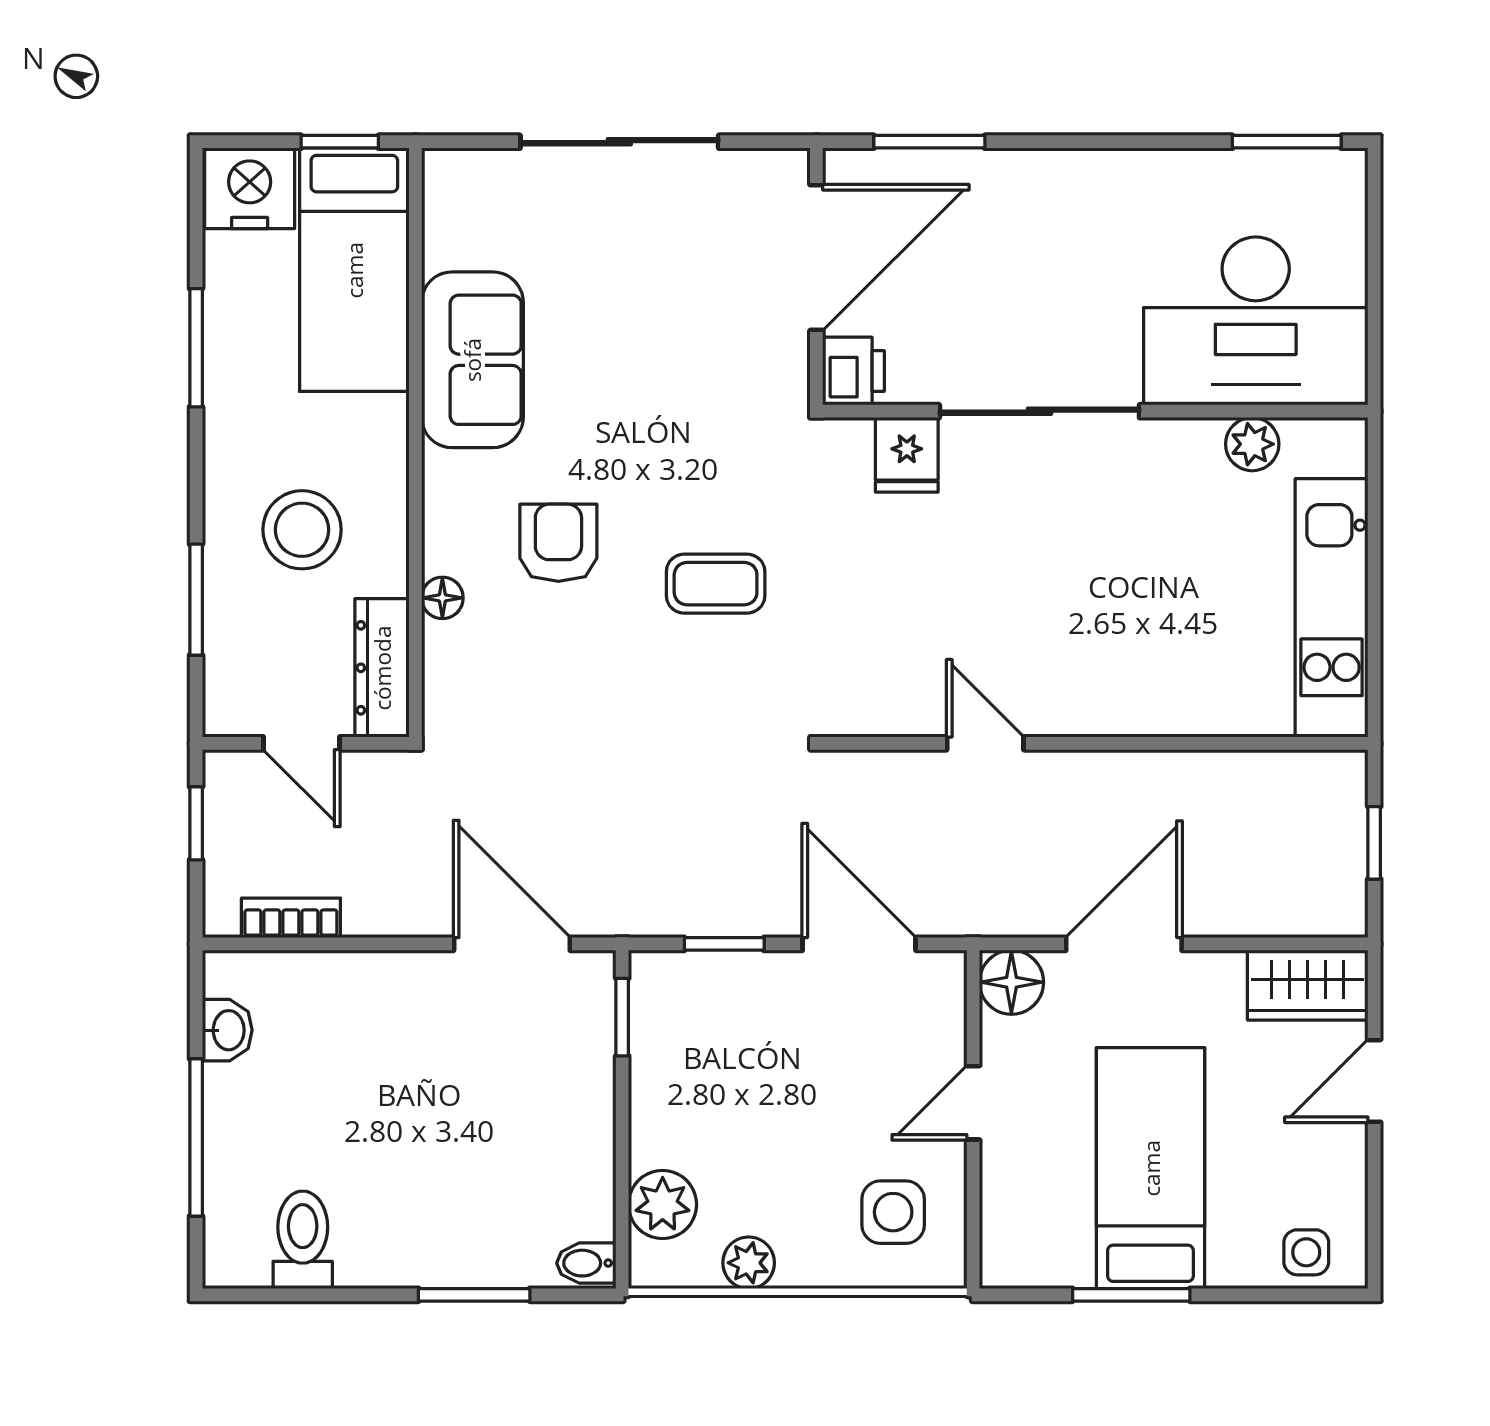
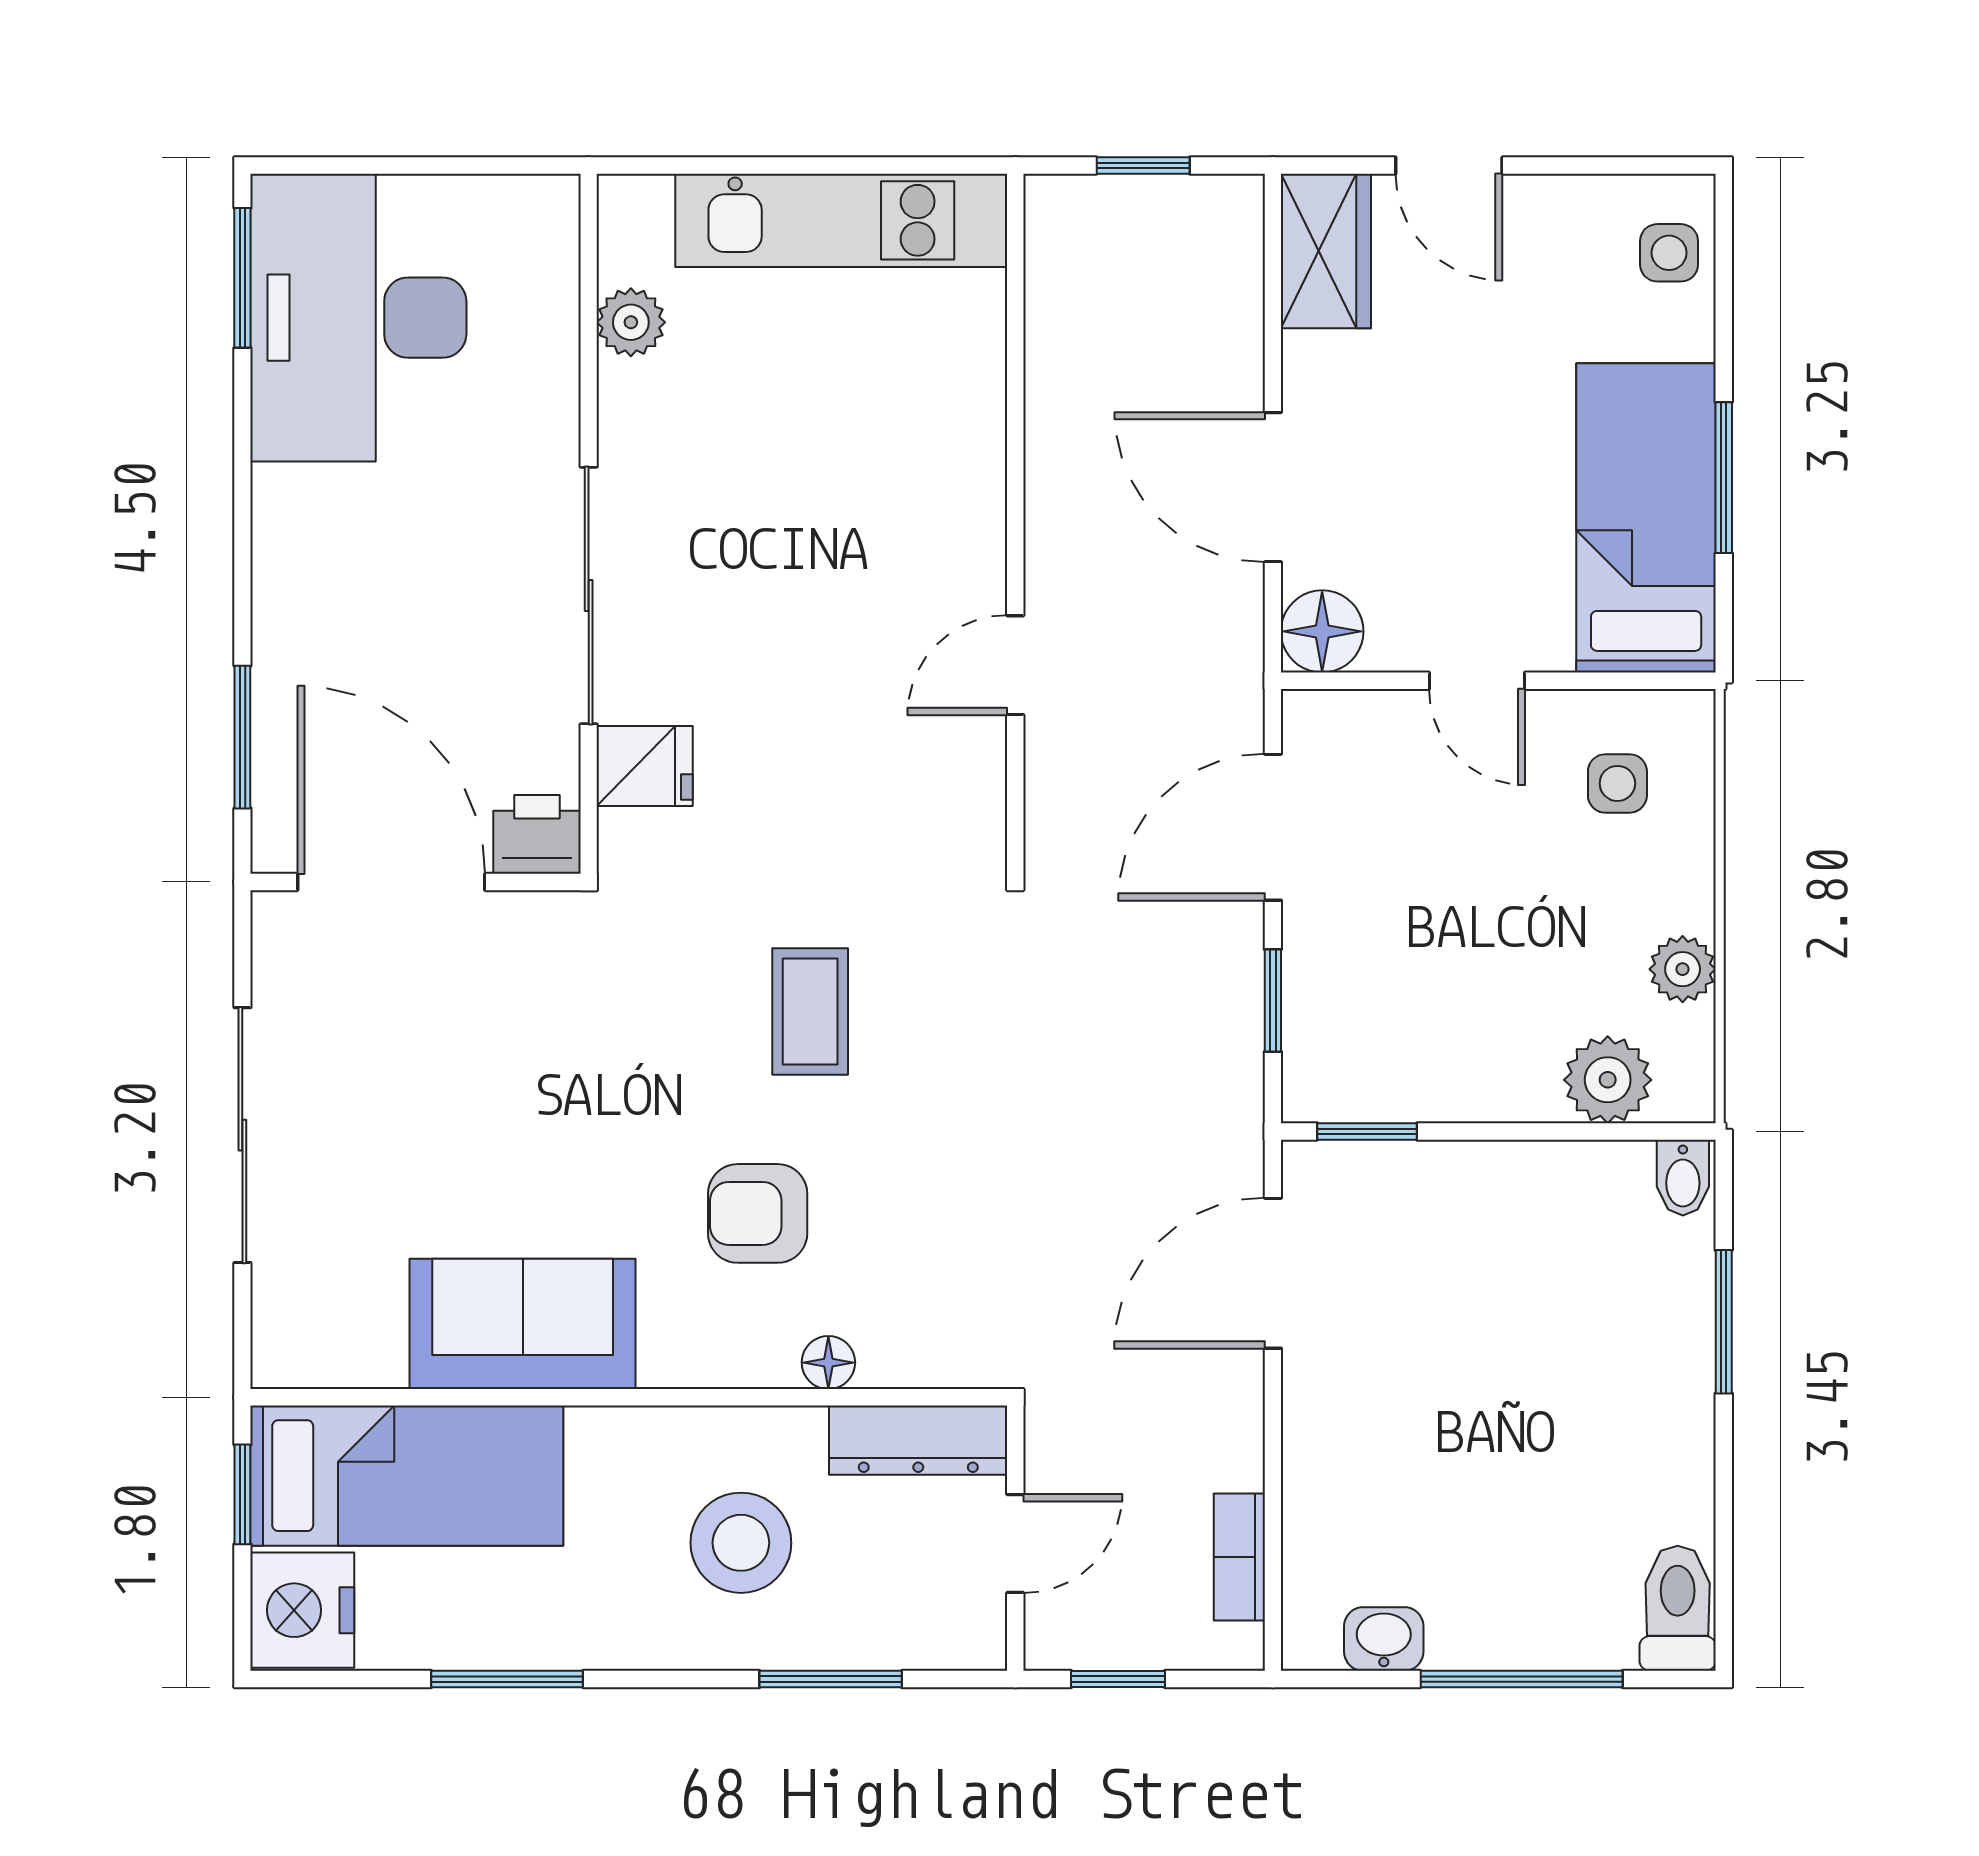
desk: (1256, 321) -> (358, 318), moved, turned 180
bed: (1151, 1168) -> (1646, 518), moved, turned 90
side table: (893, 1212) -> (1617, 783), width x0.73, depth x0.73
toilet: (303, 1240) -> (1678, 1608), moved, turned 90

